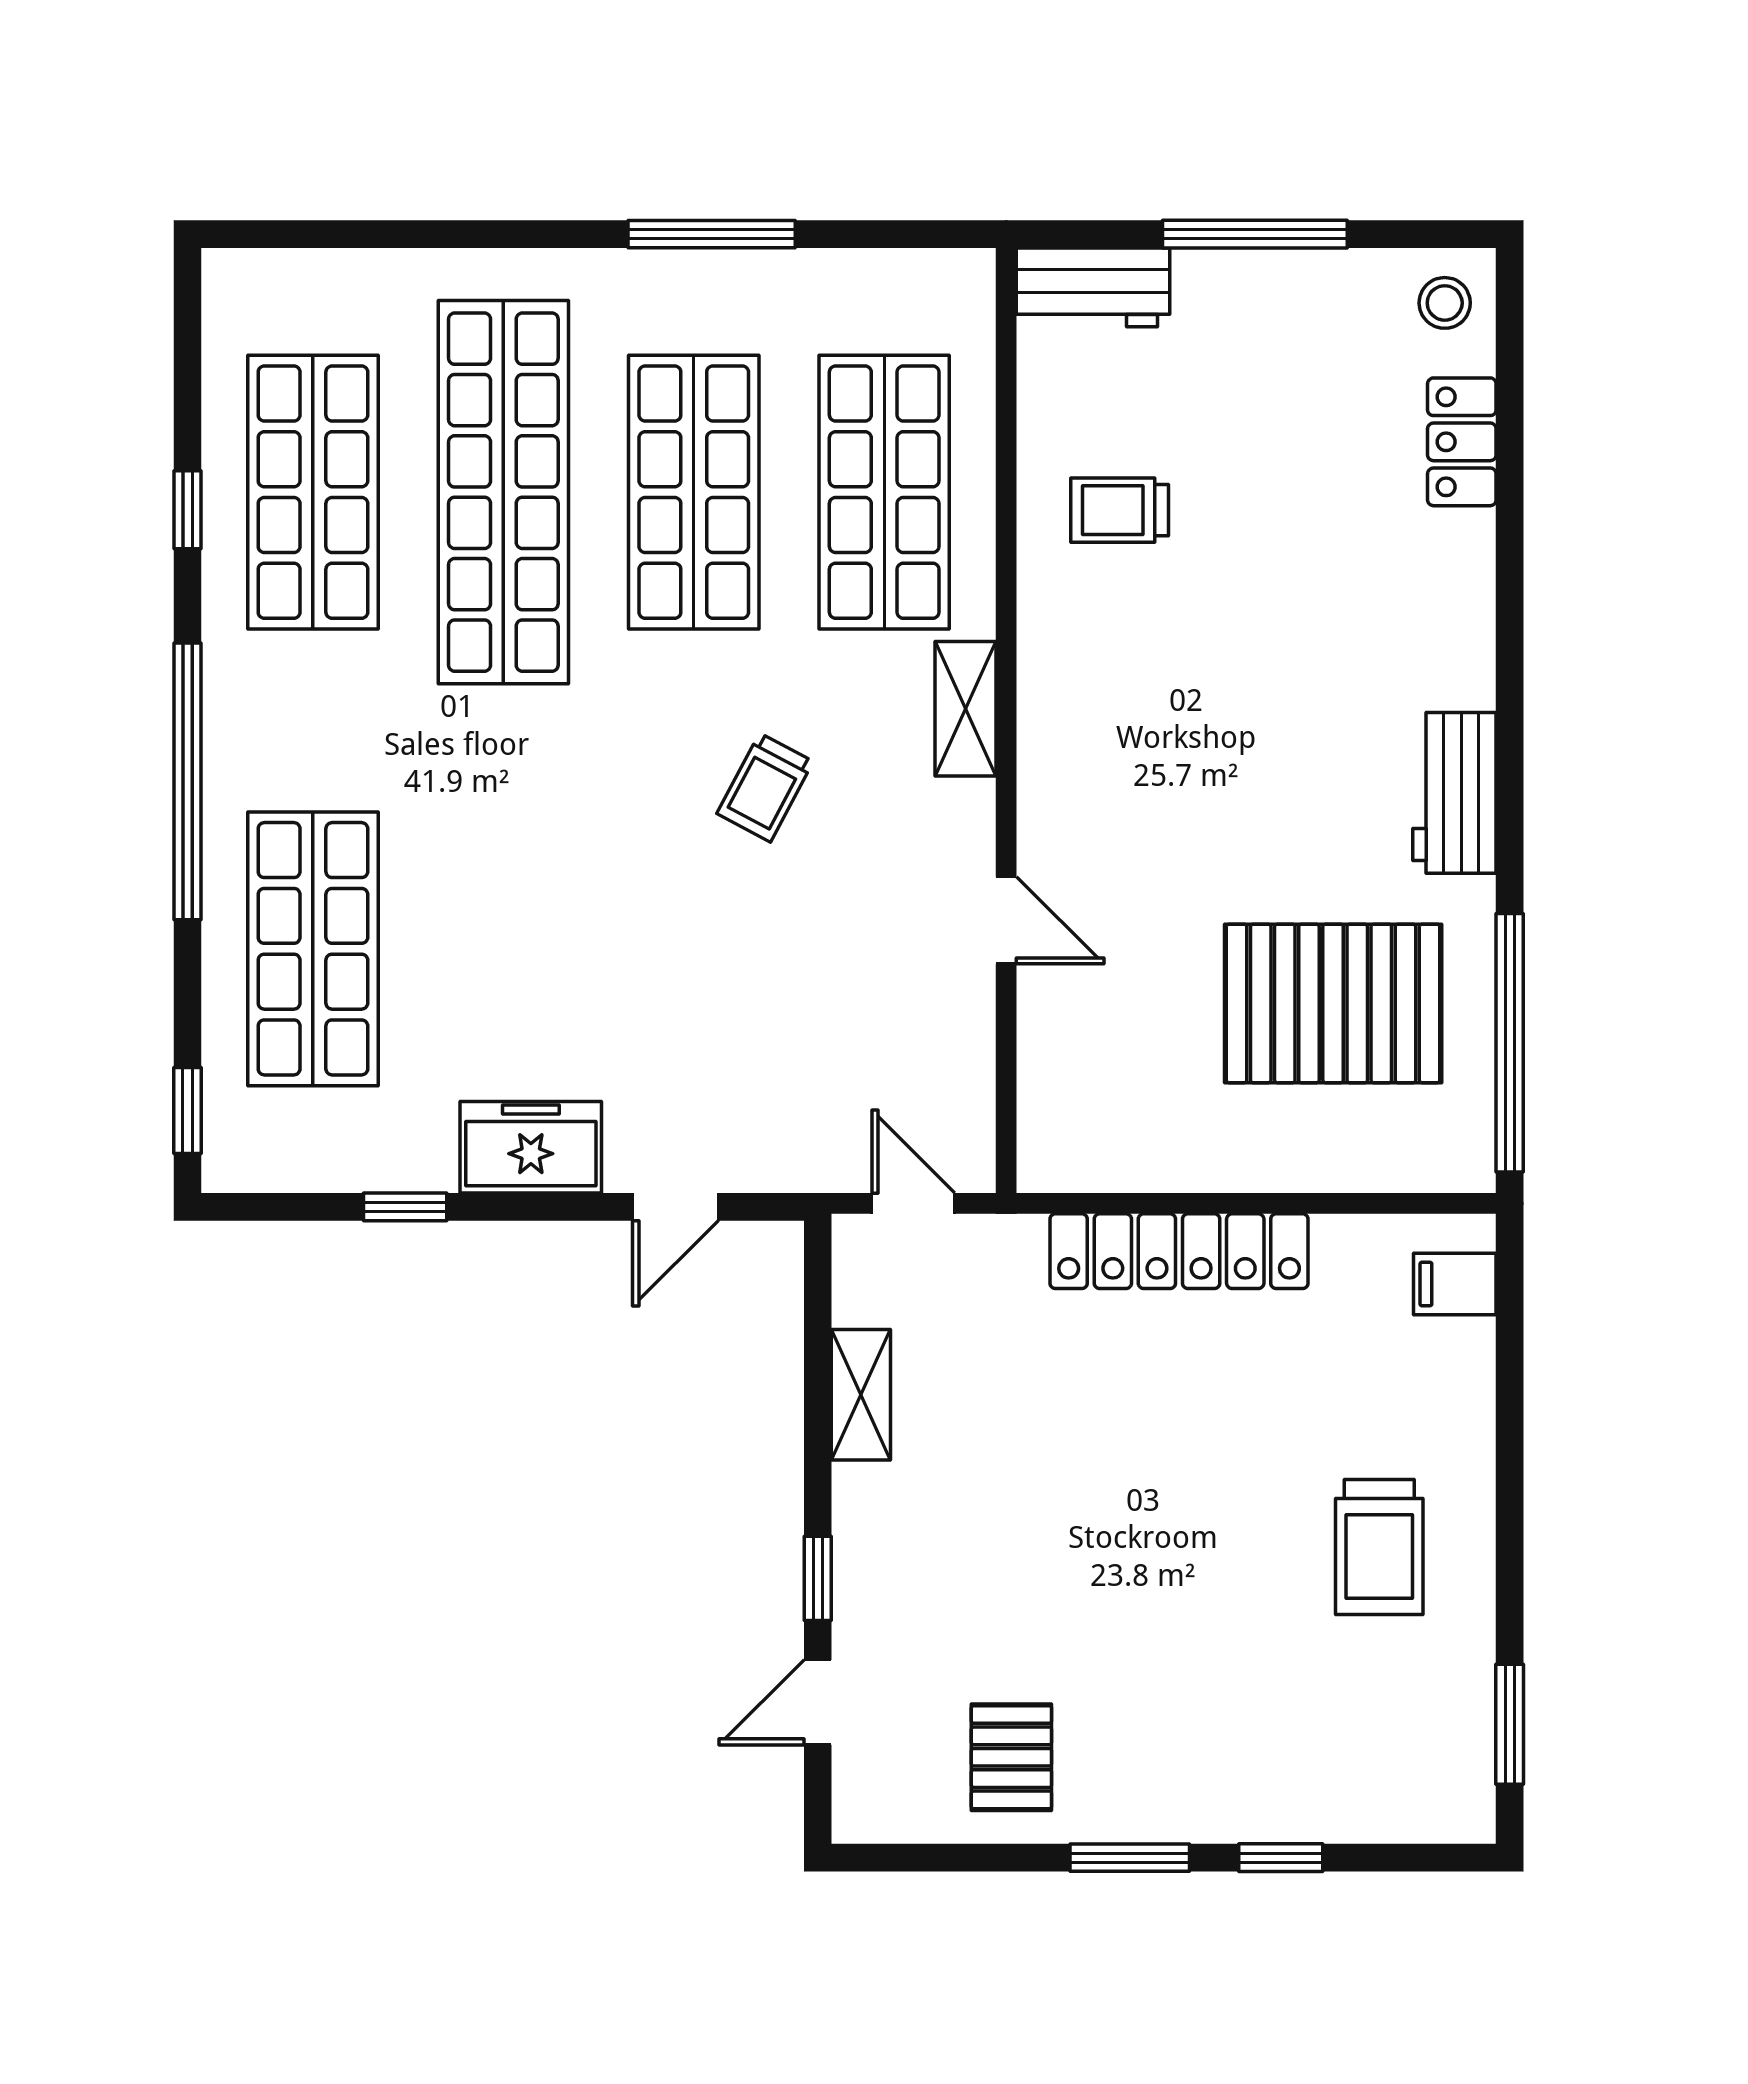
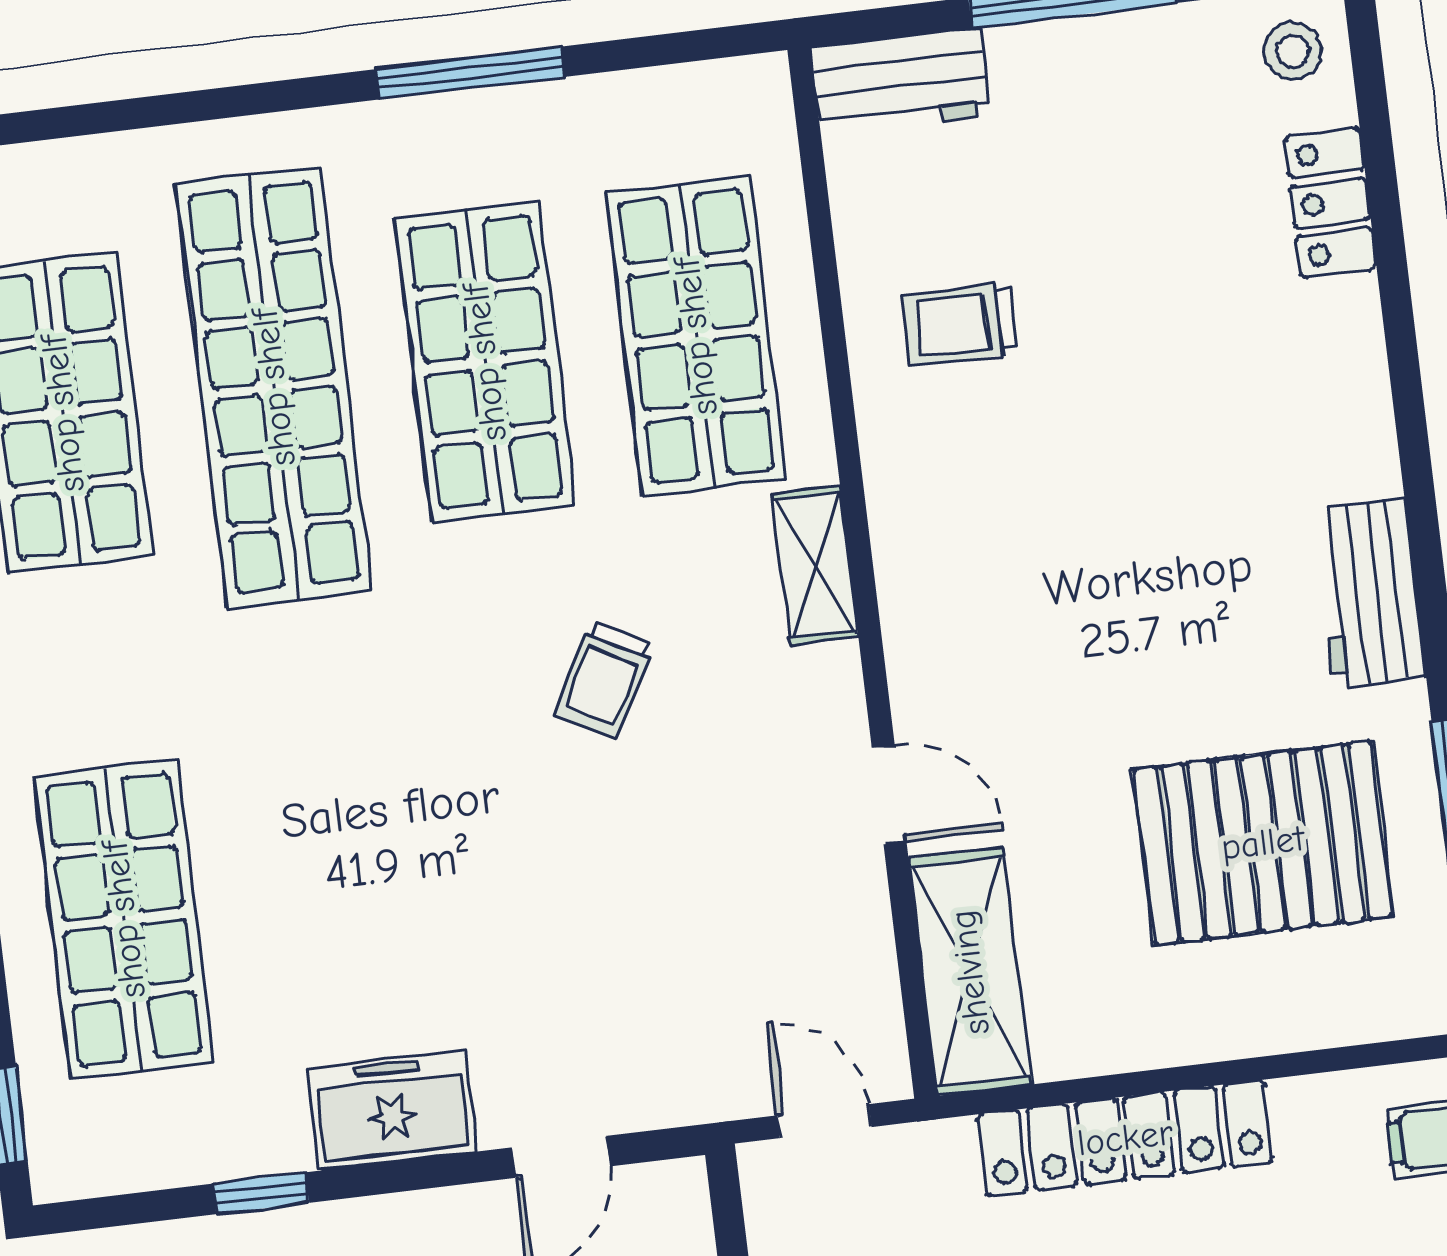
shelving: (1059, 1086) -> (970, 972), added

